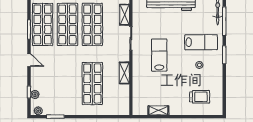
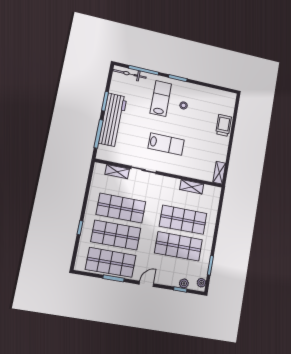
lab bench: (159, 55) -> (166, 144), turned 180
shelving: (124, 73) -> (192, 187), moved
shop shelf: (67, 84) -> (179, 246), added
trolley: (200, 97) -> (224, 125), moved
shelving: (158, 110) -> (219, 173), moved

